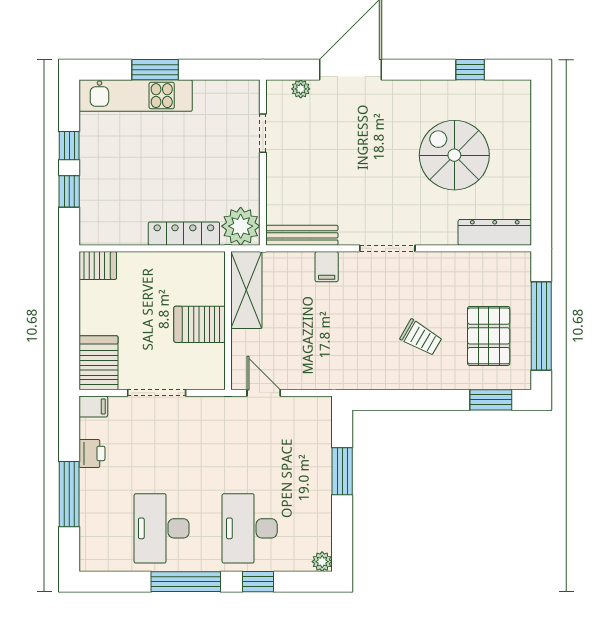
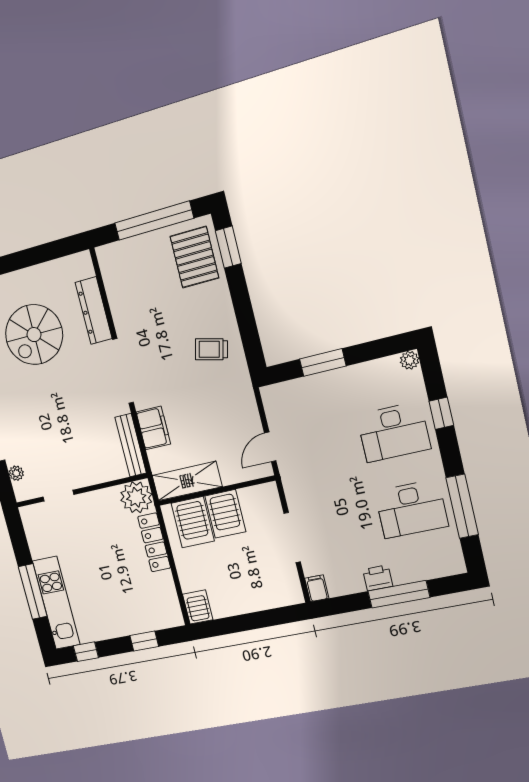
window: (155, 70) -> (33, 591), width x1.44
window: (69, 146) -> (86, 652), moved
dresser: (495, 232) -> (94, 311), moved
doorway: (387, 248) -> (123, 371), width x1.36
filing cabinet: (327, 267) -> (153, 428), width x2.00
pallet: (489, 336) -> (194, 257), moved, turned 90
trolley: (421, 338) -> (211, 349), moved, turned -106
server rack: (98, 363) -> (193, 522), moved, turned -90
printer: (92, 453) -> (378, 578), moved
window: (186, 582) -> (462, 506), moved

